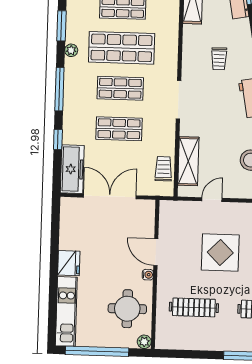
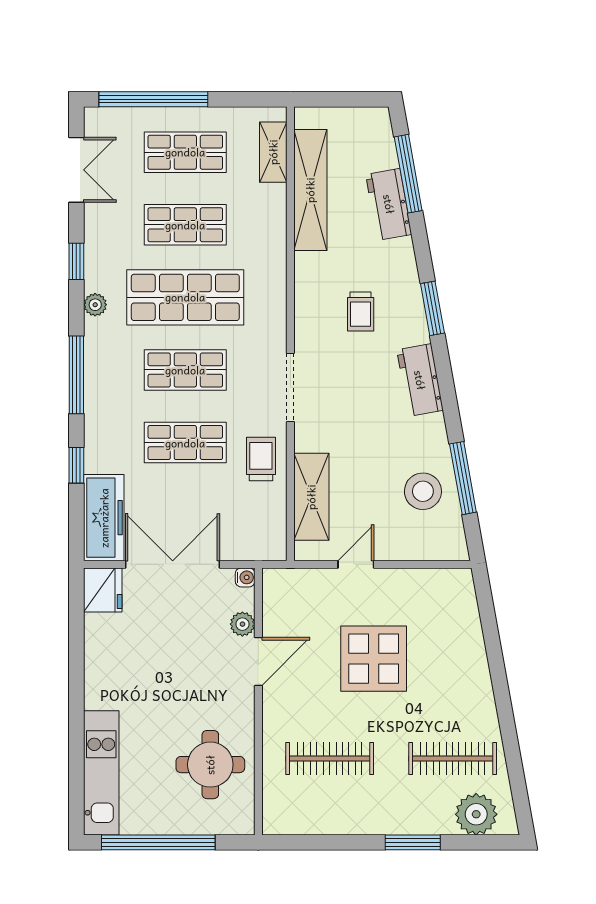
window: (61, 26) -> (76, 261), width x0.67
trolley: (163, 169) -> (261, 459), moved
door: (156, 252) -> (258, 661), swing flipped
fridge: (69, 263) -> (103, 590), moved
water cooler: (148, 275) -> (245, 577), moved
plant: (144, 342) -> (242, 624), moved

